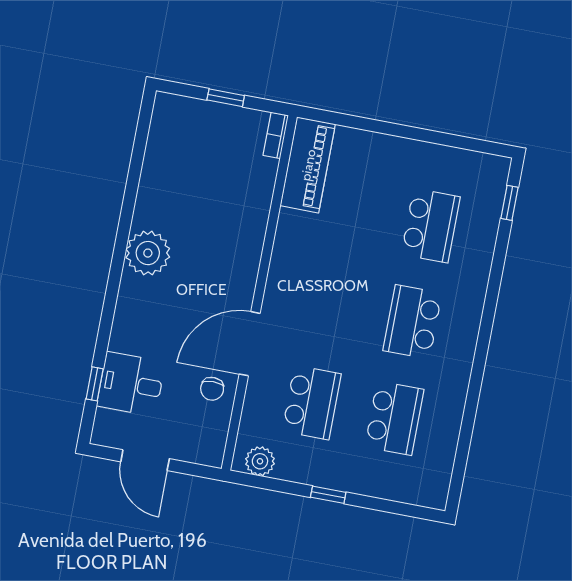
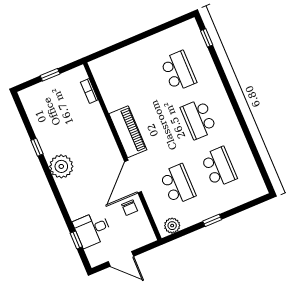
bookcase: (276, 135) -> (89, 91), moved
piano: (308, 165) -> (128, 132), moved
window: (130, 198) -> (37, 147), added

